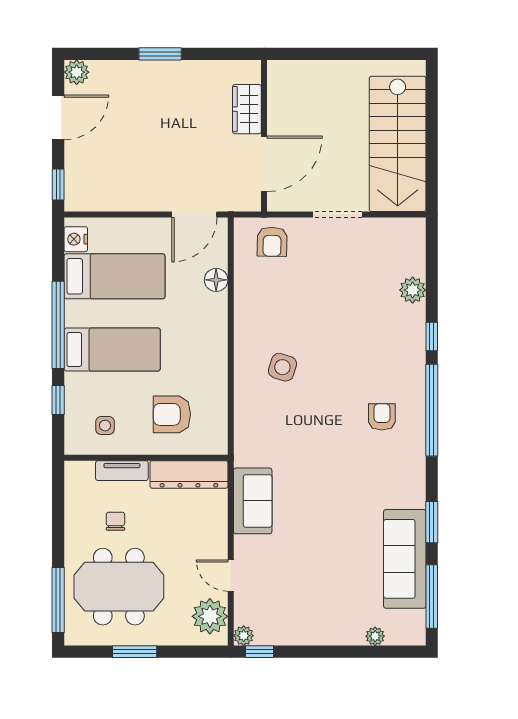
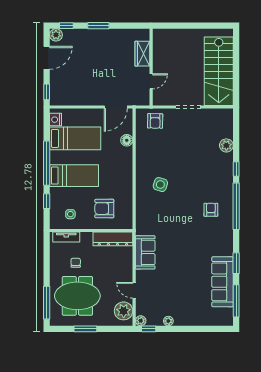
window: (97, 54) -> (66, 26), added
door: (264, 164) -> (151, 81), width x0.53
tv unit: (122, 471) -> (66, 237), moved
plant: (375, 636) -> (168, 321), moved

